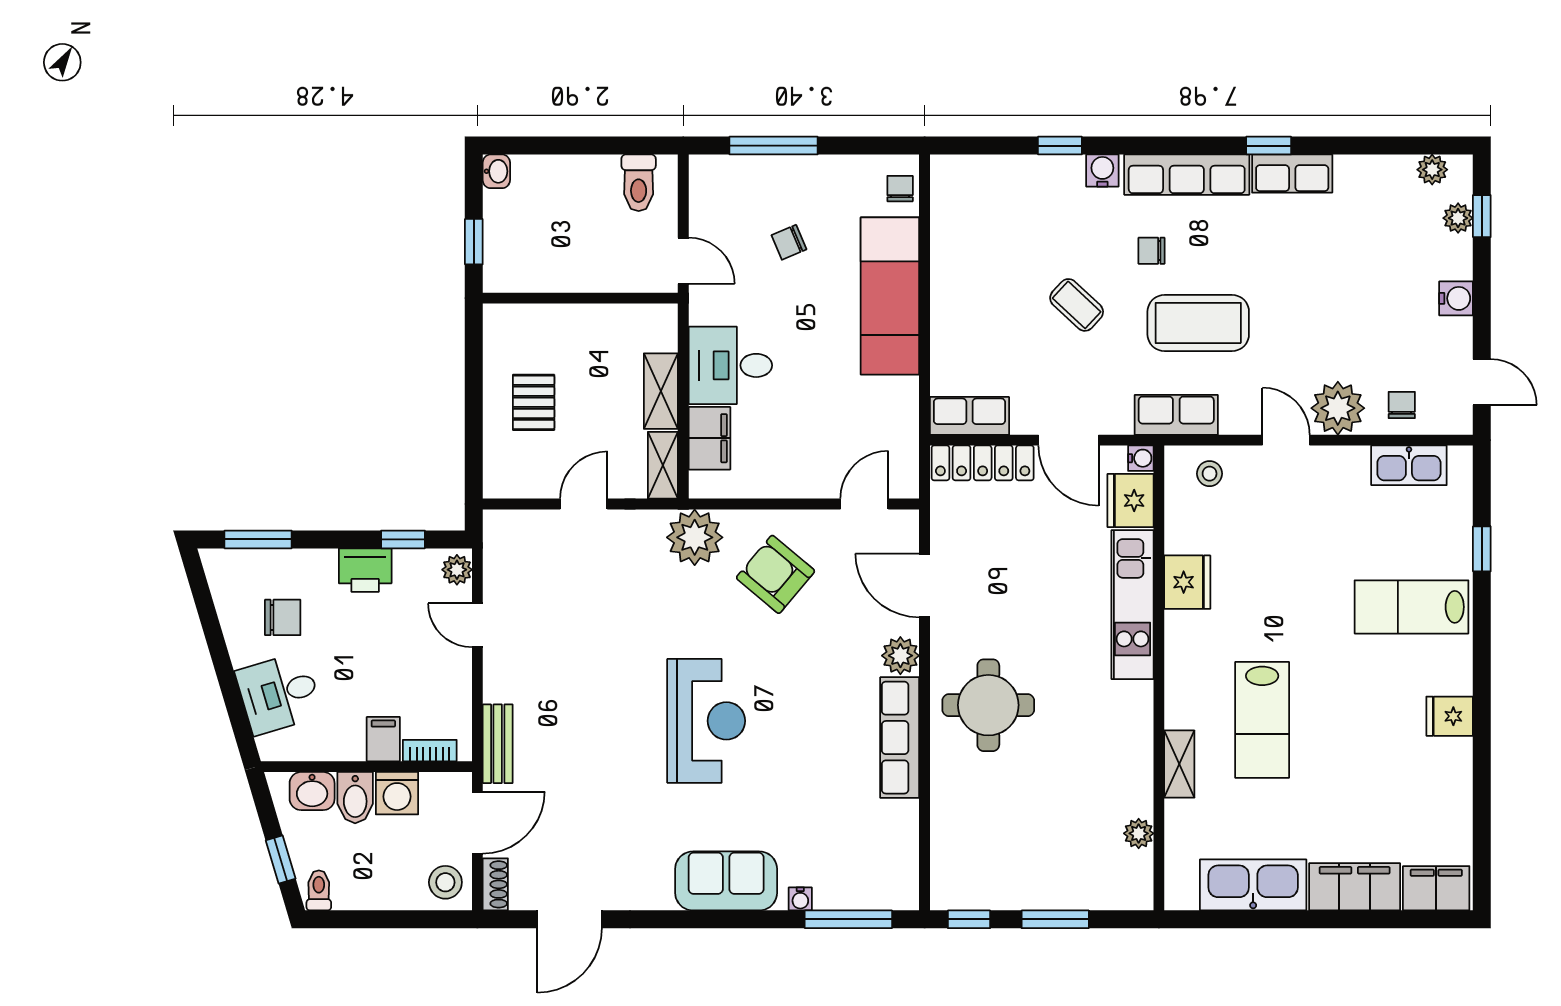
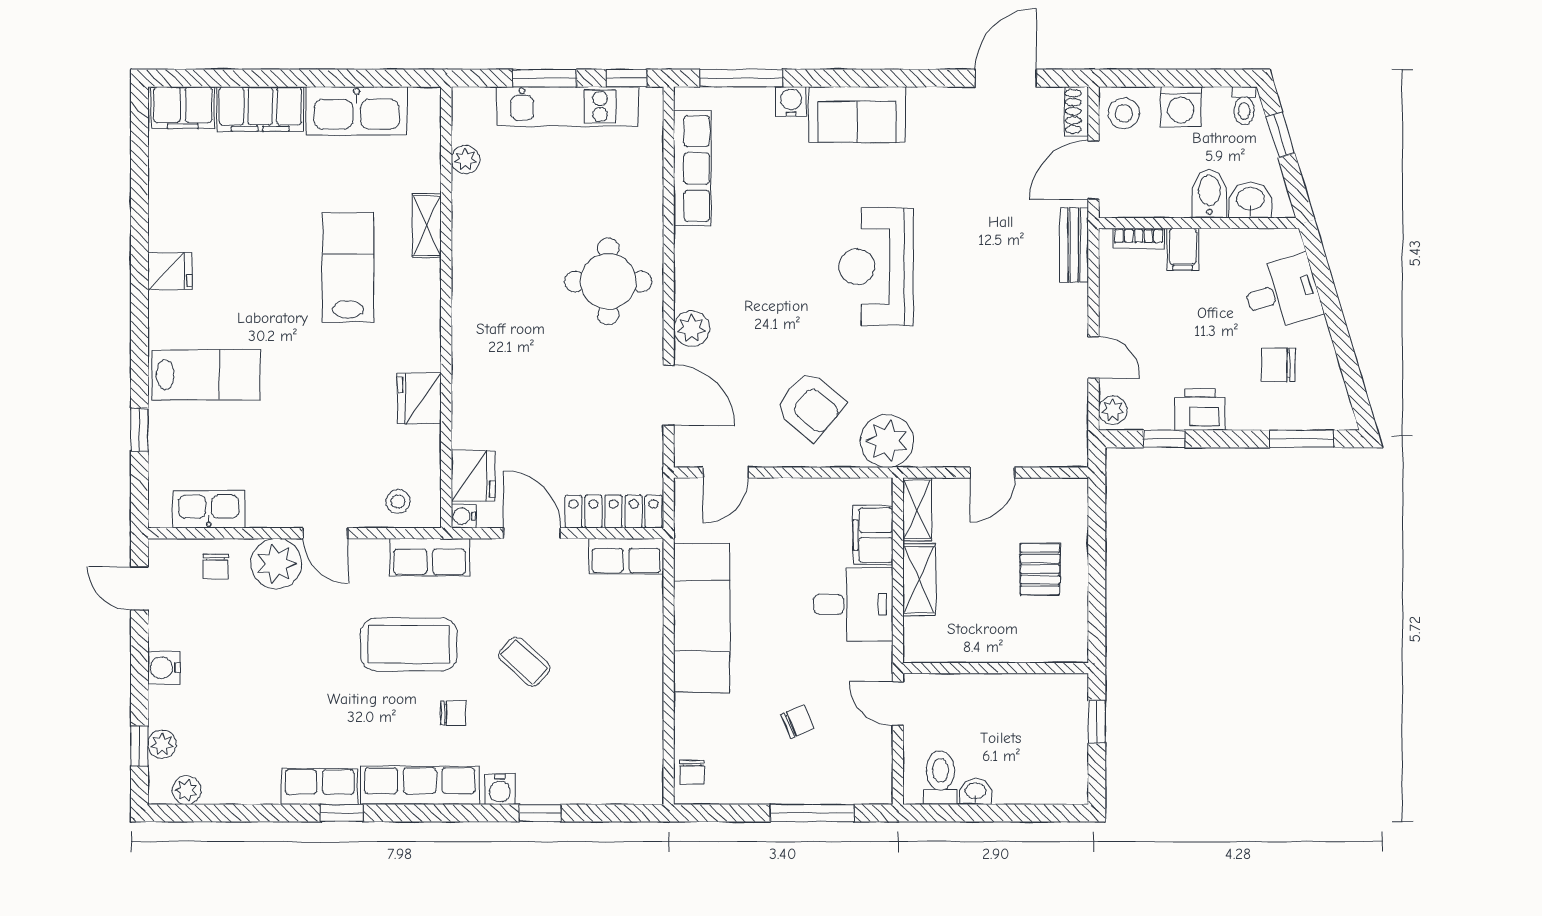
washbasin: (496, 171) -> (975, 792), moved, turned 90
exam couch: (890, 296) -> (702, 618), moved
kitchen unit: (1132, 605) -> (567, 107), moved, turned 90
row of seats: (900, 738) -> (692, 168), moved
washing machine: (397, 793) -> (1181, 107), moved, turned 180
water cooler: (800, 899) -> (791, 102), width x1.38, depth x1.38

